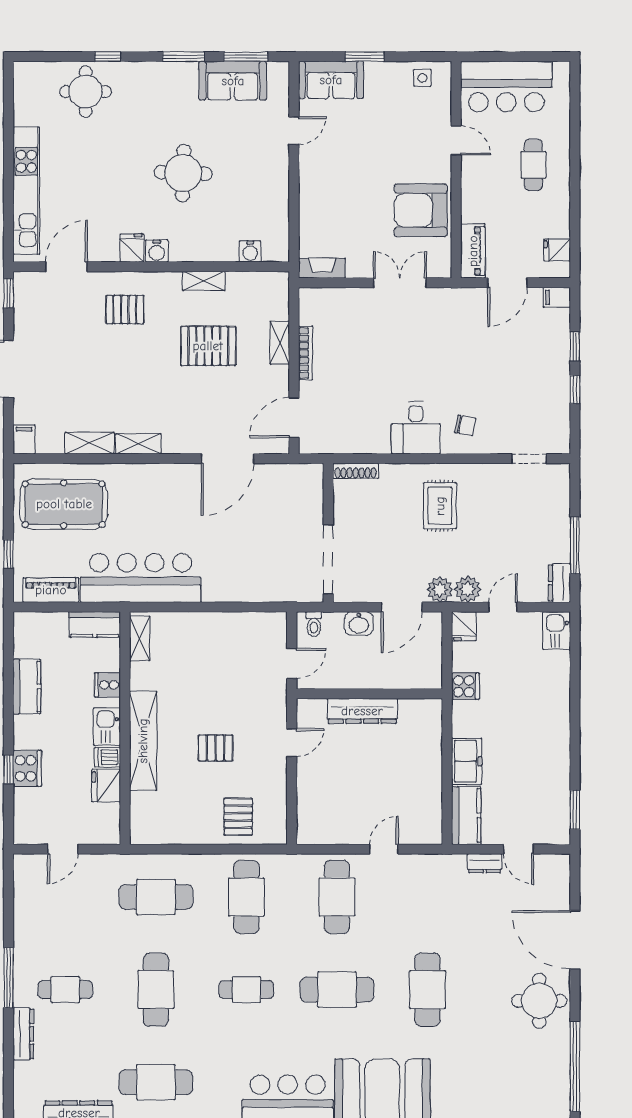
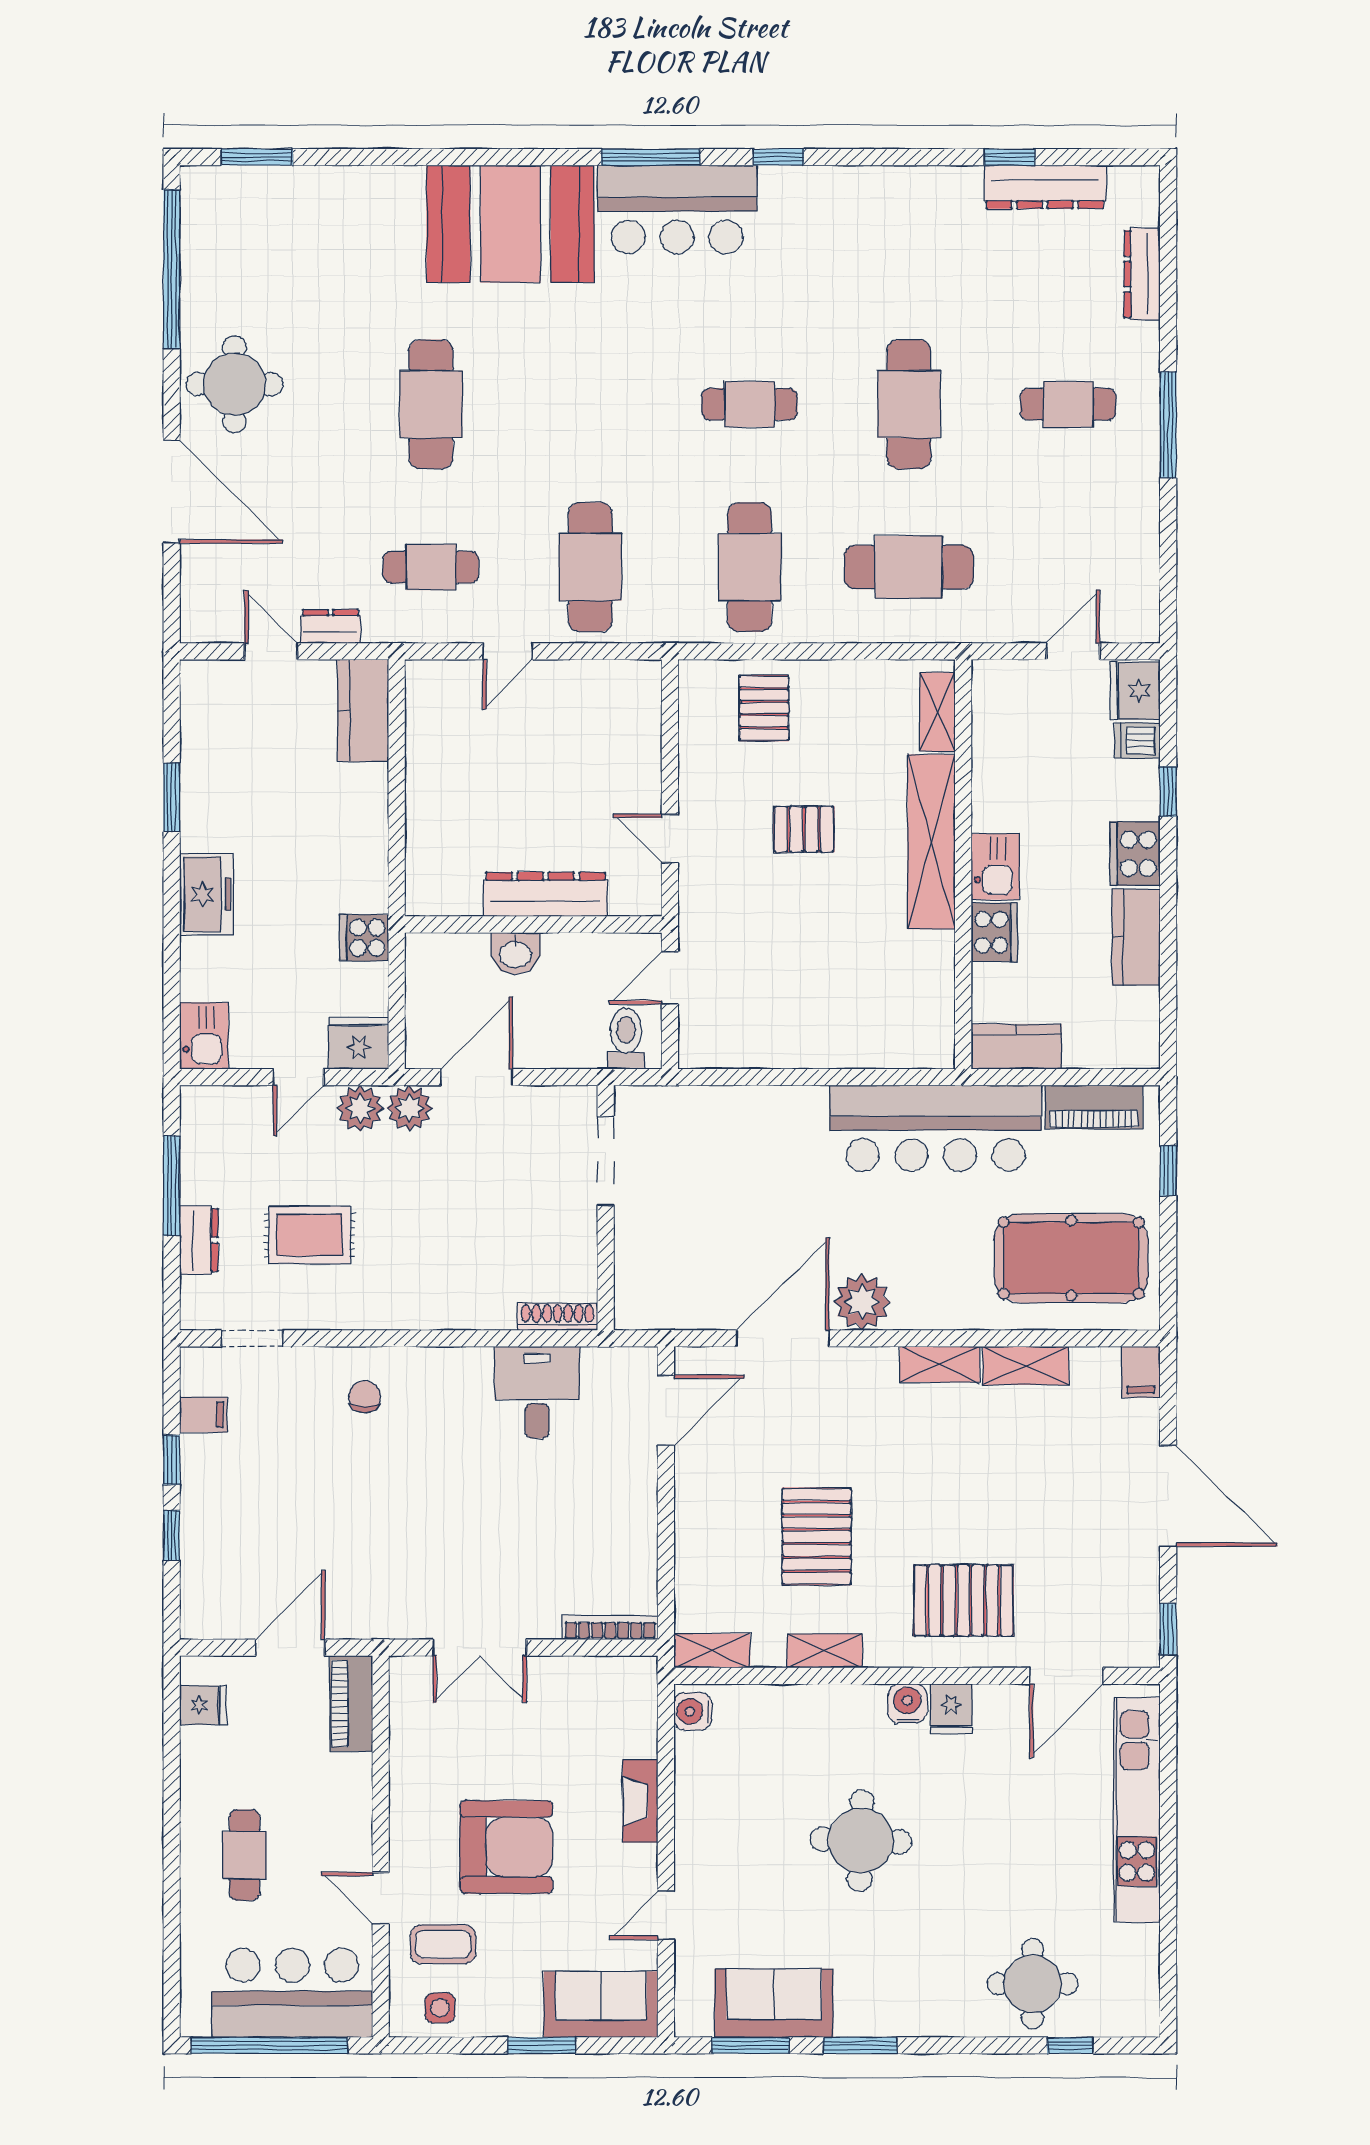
window: (108, 57) -> (1070, 2045), moved
window: (519, 57) -> (269, 2045), added
coffee table: (421, 114) -> (443, 1944), added
armchair: (421, 210) -> (506, 1847), moved
water cooler: (250, 251) -> (693, 1711), moved, turned -90
fireplace: (322, 268) -> (640, 1801), moved, turned 90
filing cabinet: (557, 297) -> (203, 1415), moved
pallet: (125, 310) -> (963, 1600), width x1.50, depth x1.42
shelving: (280, 343) -> (712, 1651), moved, turned 90
pallet: (208, 346) -> (817, 1536), turned 90
bookcase: (305, 353) -> (610, 1627), moved, turned 90
chair: (465, 425) -> (365, 1397), turned 79
desk: (416, 428) -> (537, 1392), moved
plant: (182, 479) -> (862, 1302), added
rug: (440, 506) -> (310, 1235), moved, turned 90
doorway: (328, 559) -> (606, 1161), width x0.73
dresser: (559, 583) -> (199, 1240), moved
toilet: (314, 624) -> (626, 1039), width x1.37, depth x1.39
washbasin: (359, 624) -> (516, 953), moved, turned 180
fridge: (464, 626) -> (359, 1043), width x1.38
shelving: (140, 638) -> (937, 712), moved
cooker: (107, 685) -> (994, 932), width x1.36
door: (292, 743) -> (670, 839), hinge flipped
dishwasher: (108, 757) -> (1137, 741), moved, turned 180
freezer: (467, 761) -> (206, 894), moved, turned 180
cooker: (27, 768) -> (1135, 854), moved
fridge: (106, 785) -> (1135, 691), moved, turned 180
window: (575, 810) -> (172, 797), moved
cafe table: (337, 990) -> (431, 567), moved, width x0.73, depth x0.74
dresser: (23, 1034) -> (1142, 274), moved
cafe table: (156, 1082) -> (909, 241), removed

